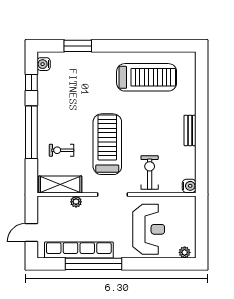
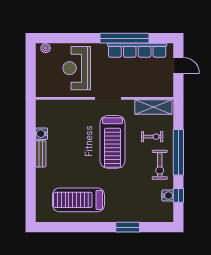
window: (78, 46) -> (128, 227), moved
water cooler: (44, 64) -> (168, 196), moved
exercise bike: (150, 172) -> (160, 165), moved
water cooler: (189, 186) -> (42, 134), moved
plant: (76, 202) -> (140, 92), removed
door: (31, 233) -> (178, 65), hinge flipped

